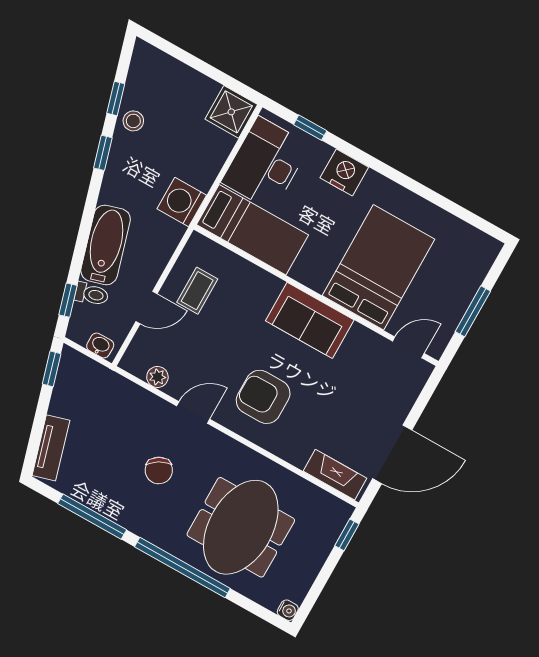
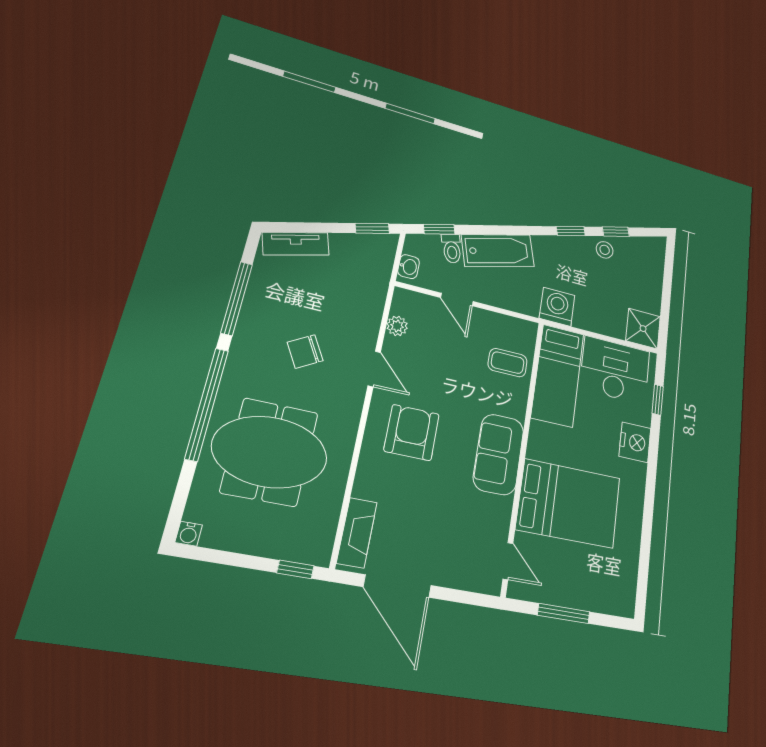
coffee table: (197, 291) -> (508, 363), moved

